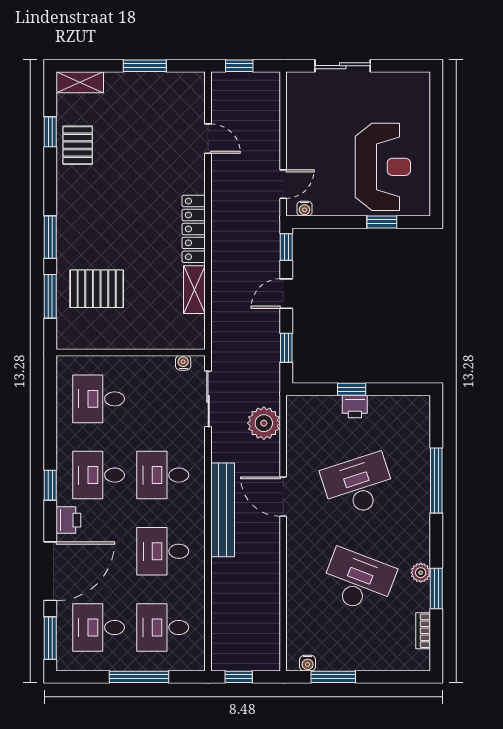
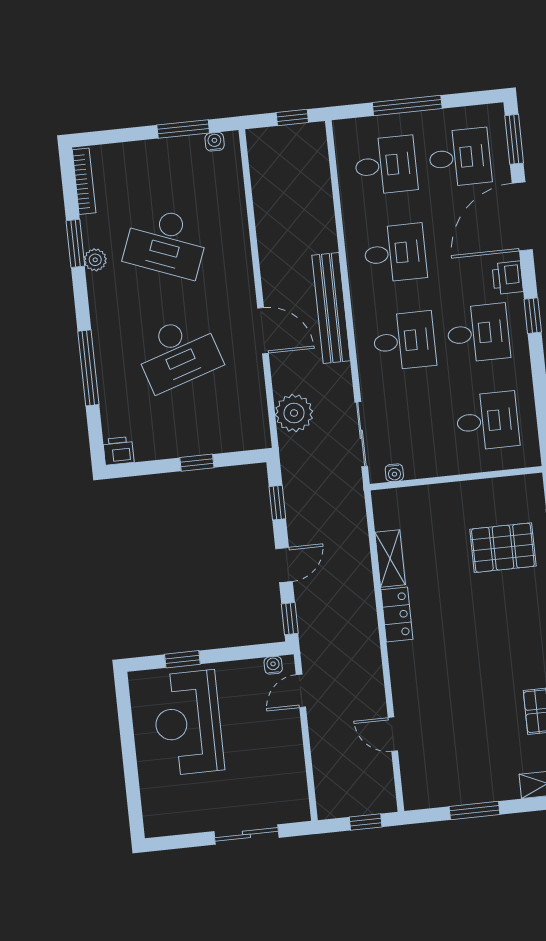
locker: (194, 229) -> (397, 614), width x0.66
printer: (355, 407) -> (118, 451), moved
bookcase: (423, 631) -> (84, 181), width x1.56

